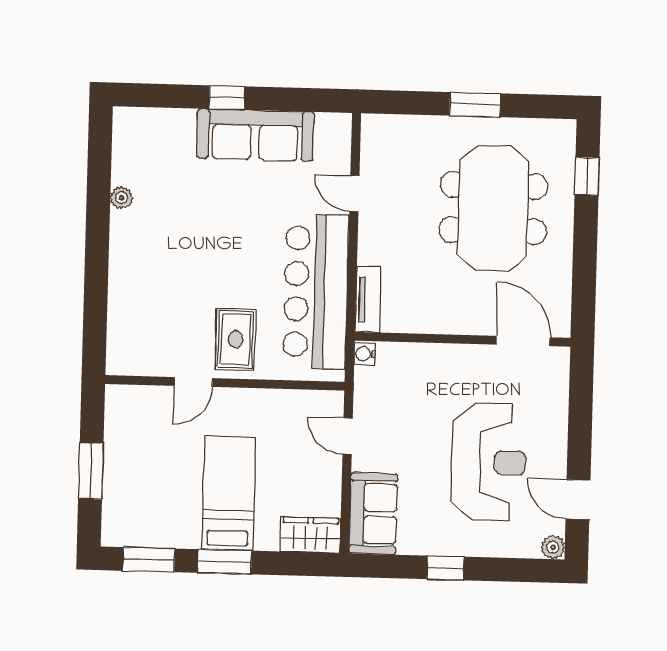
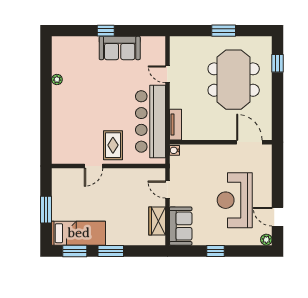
sofa: (255, 135) -> (120, 48), width x0.73
reception desk: (489, 462) -> (235, 200), turned 180
bed: (229, 493) -> (79, 233), moved, turned 90
wardrobe: (310, 535) -> (157, 221), moved, turned -90

